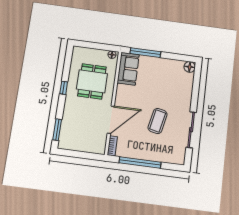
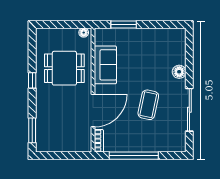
window: (145, 53) -> (124, 24), width x0.69
floor lamp: (190, 67) -> (179, 72), moved
sofa: (128, 69) -> (105, 65), moved
dining table: (92, 81) -> (64, 68), turned 90

